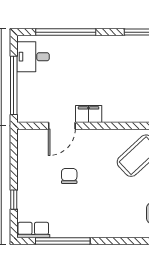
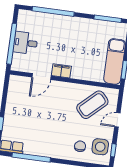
desk: (33, 57) -> (26, 43), moved
chair: (69, 176) -> (80, 146), moved

